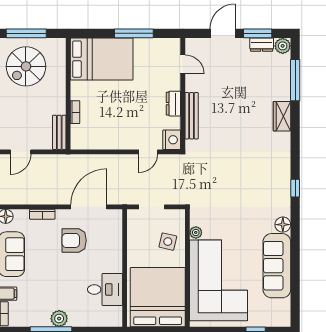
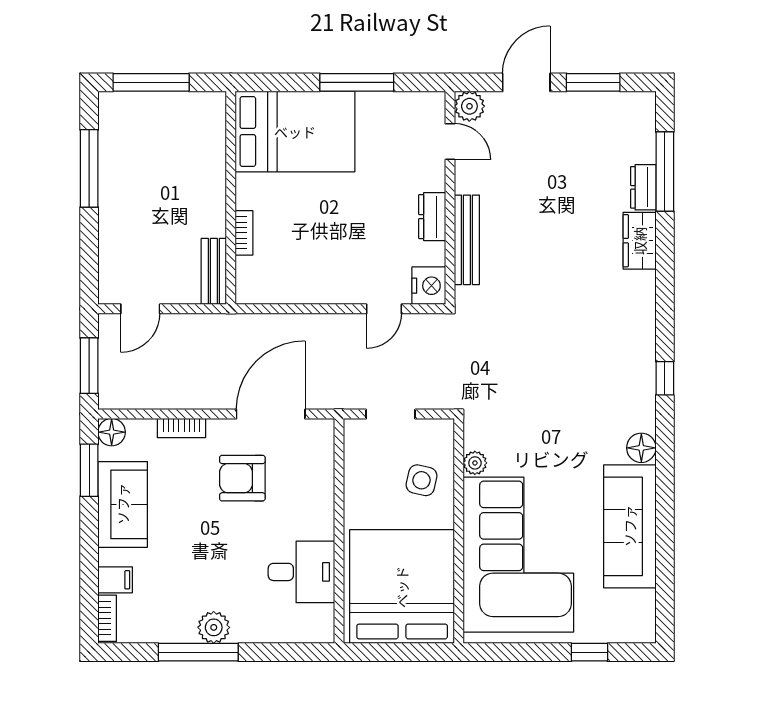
dresser: (262, 45) -> (643, 187), moved, turned 90
plant: (283, 46) -> (469, 106), moved
spiral stairs: (26, 66) -> (150, 145), removed

